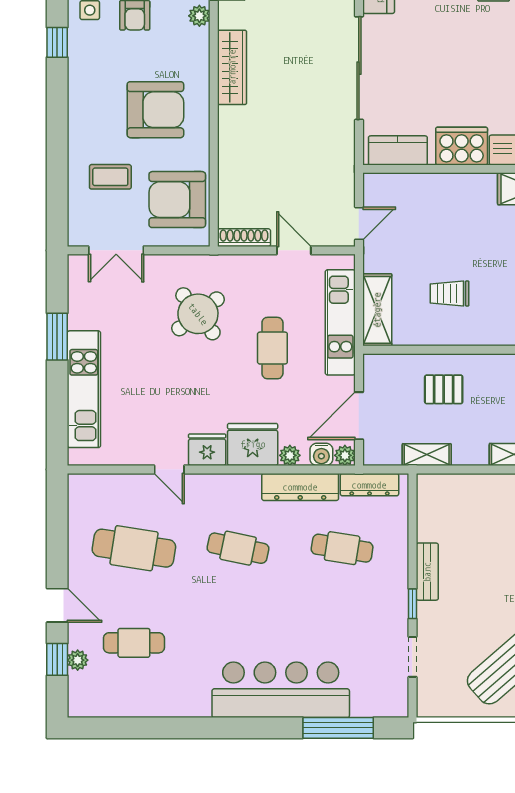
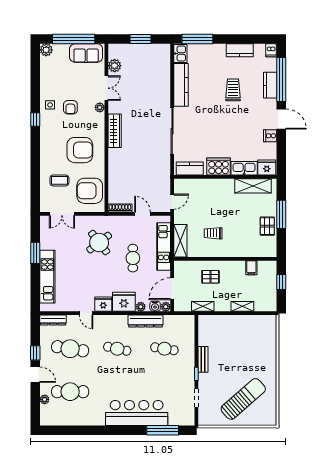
dresser: (369, 485) -> (53, 320), moved
cafe table: (134, 643) -> (70, 392), width x1.37, depth x1.35
window: (57, 659) -> (35, 353), moved

